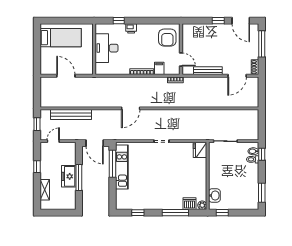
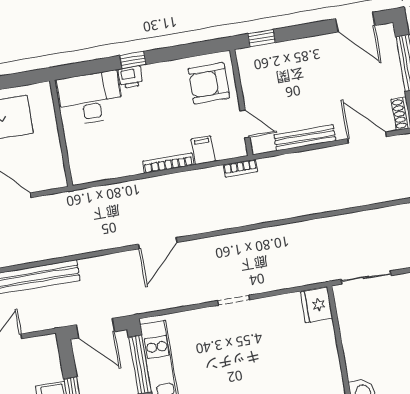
window: (119, 21) -> (133, 60), moved
window: (218, 21) -> (262, 38), moved
armchair: (167, 38) -> (209, 83), turned 90
desk: (107, 48) -> (90, 98), moved, turned 90
door: (237, 76) -> (367, 138), swing flipped

